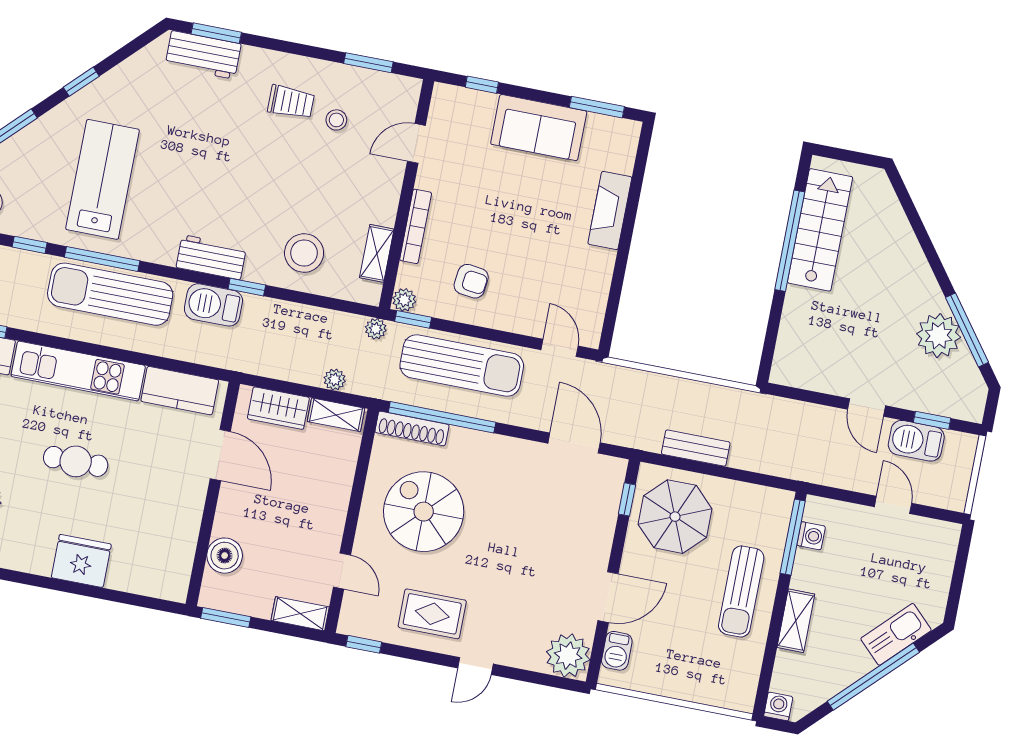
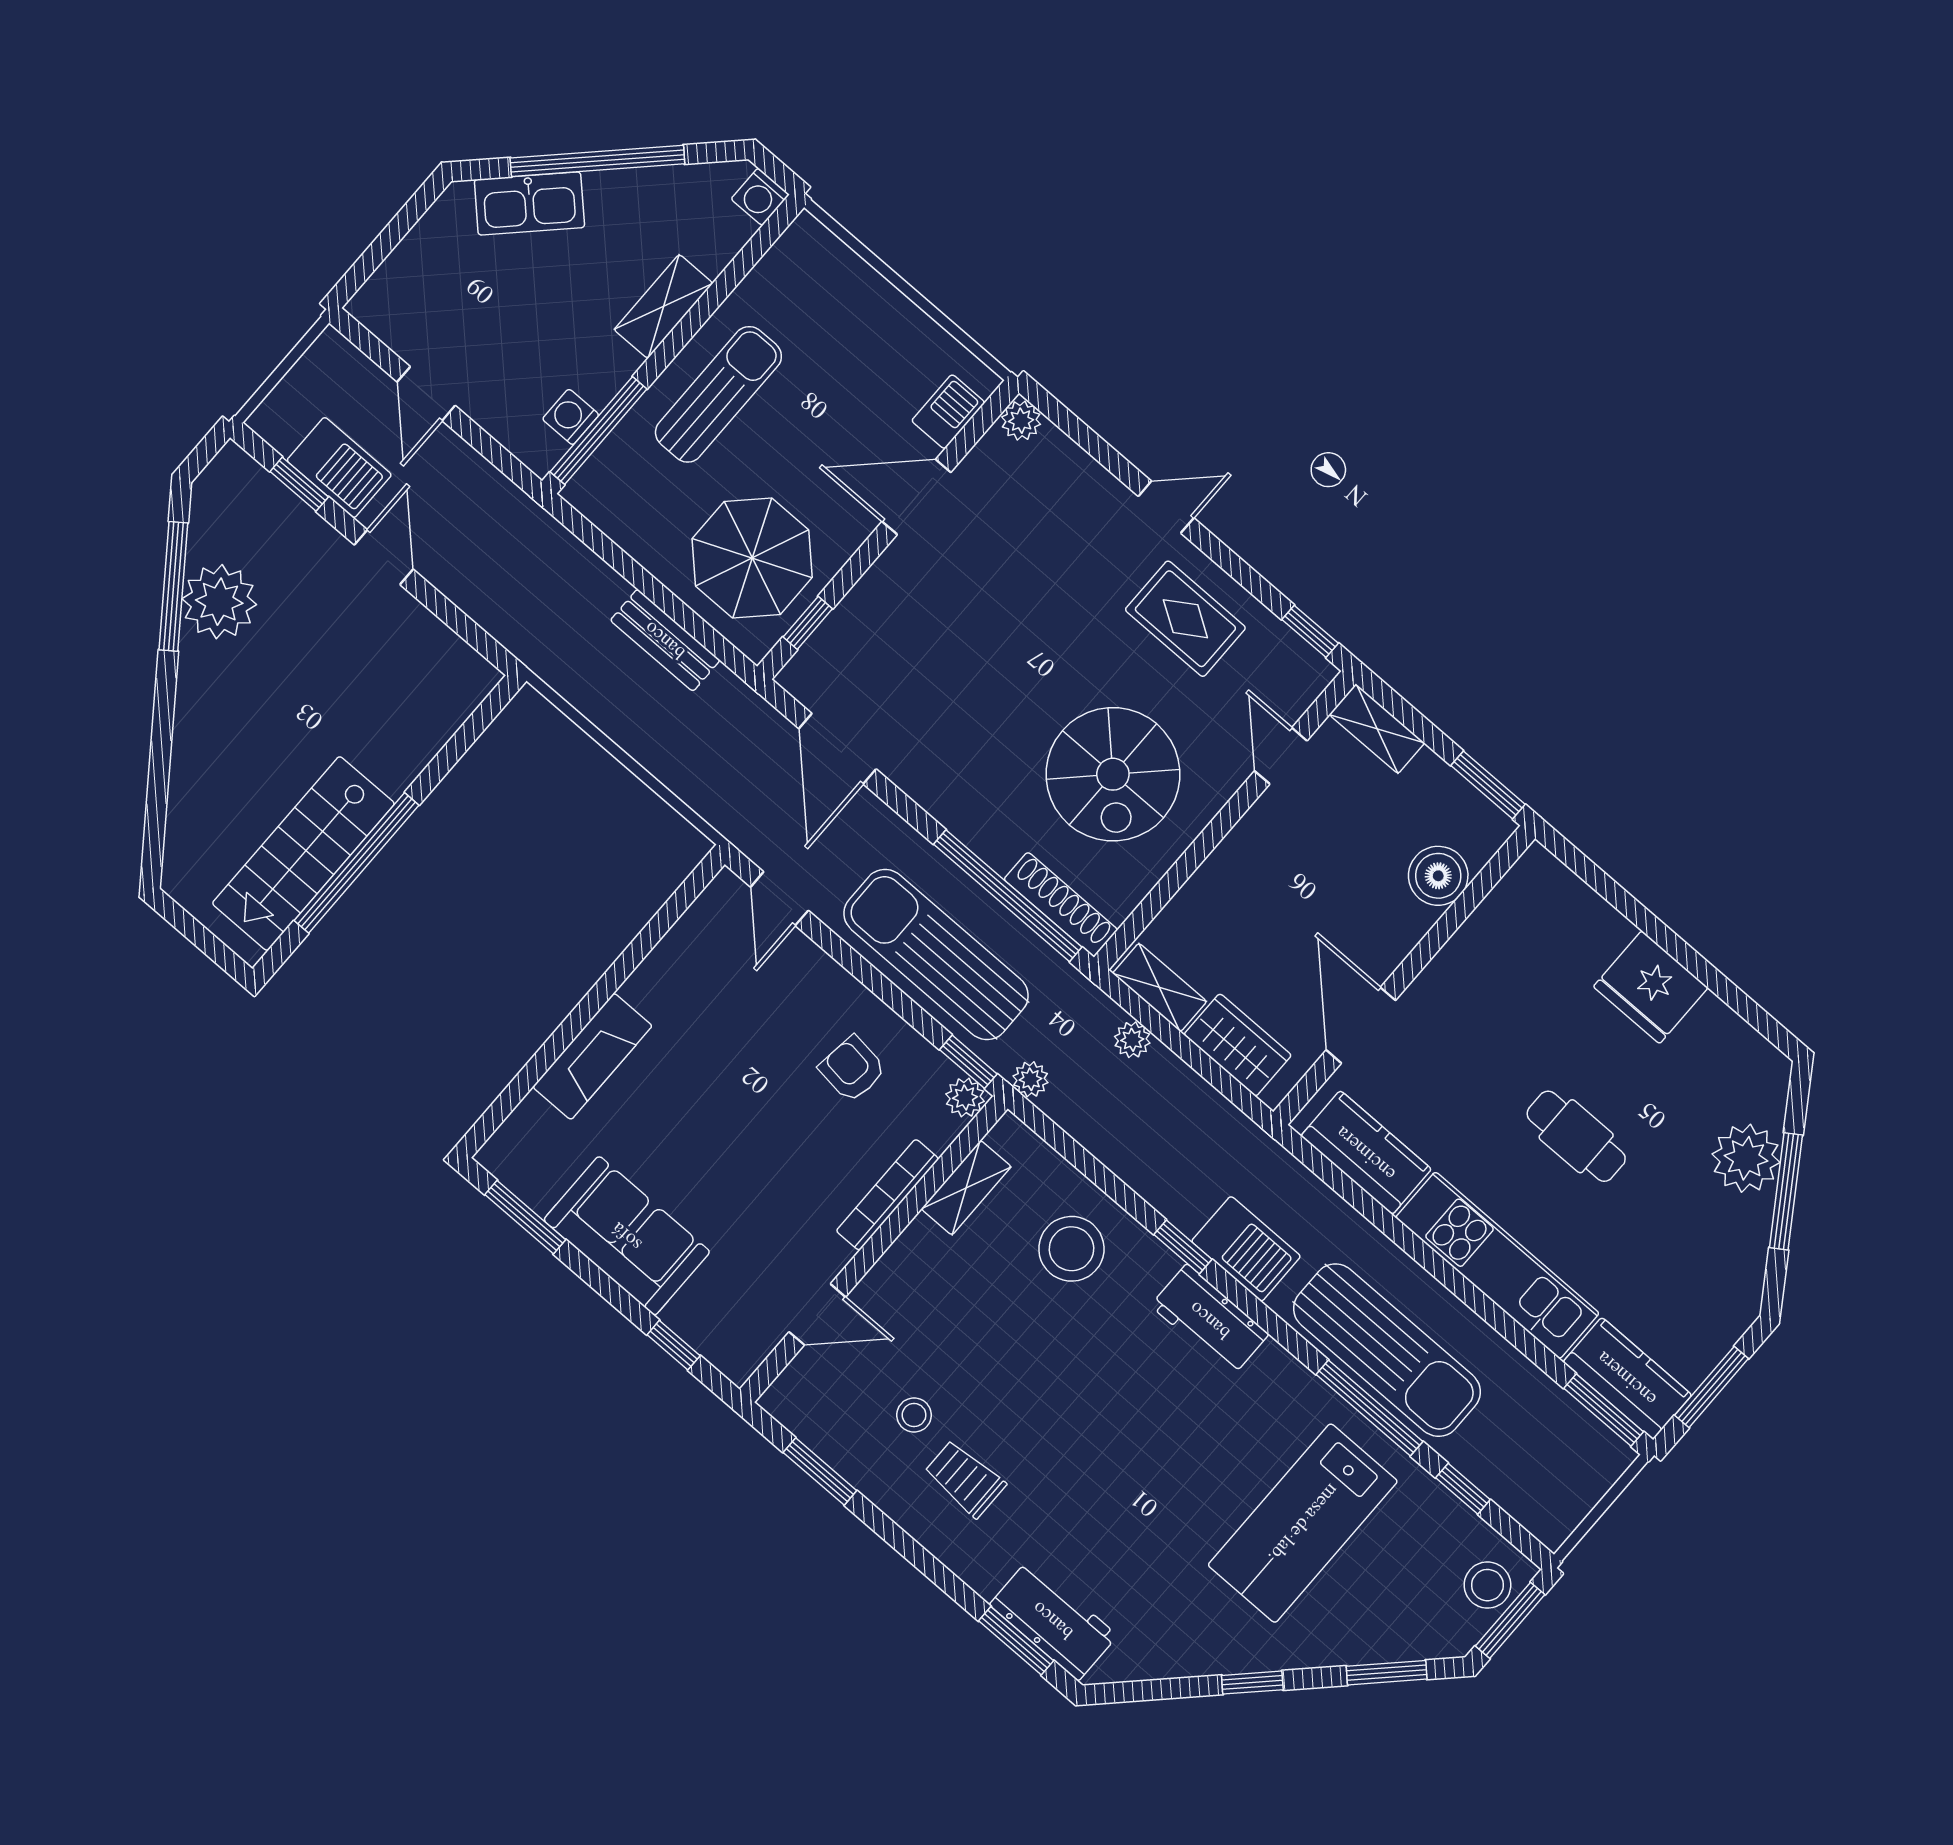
plant: (568, 656) -> (1021, 421), width x0.53, depth x0.53

